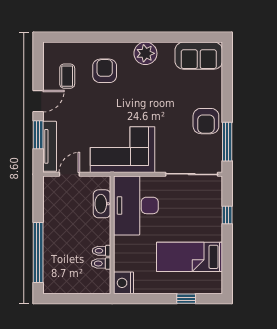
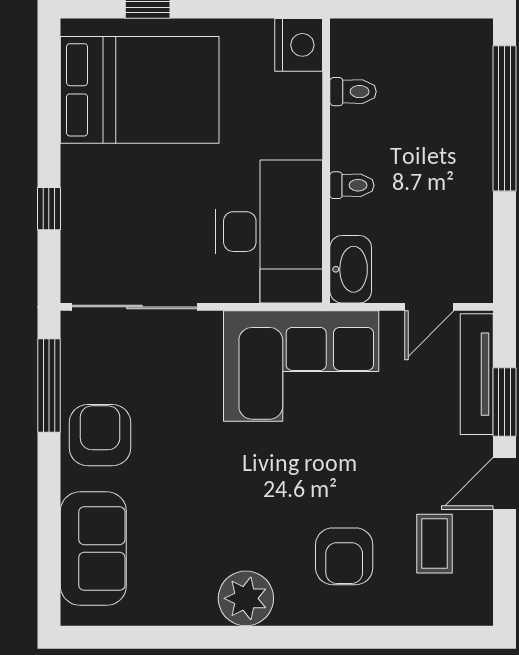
sofa: (199, 56) -> (93, 549), moved, turned 90
washbasin: (102, 204) -> (351, 269), moved
toilet: (101, 251) -> (352, 185), moved
bed: (189, 257) -> (140, 90), width x1.50

